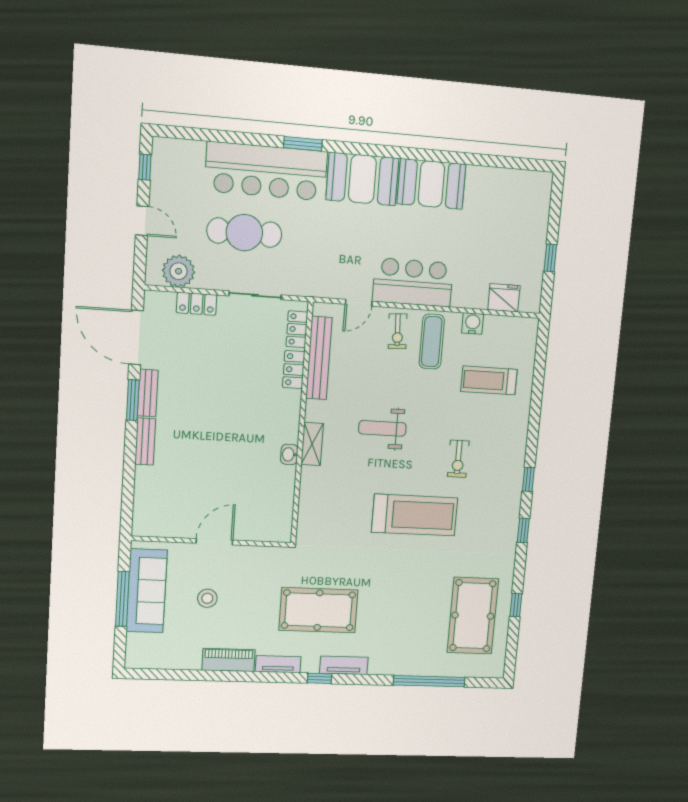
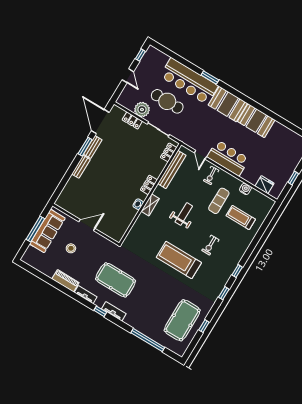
plant: (179, 271) -> (142, 110), moved
door: (359, 303) -> (200, 155), hinge flipped
exercise mat: (432, 342) -> (219, 201), moved
locker: (294, 370) -> (149, 185), moved
weight bench: (382, 428) -> (184, 214), turned 90
treadmill: (415, 515) -> (179, 260), turned 180

